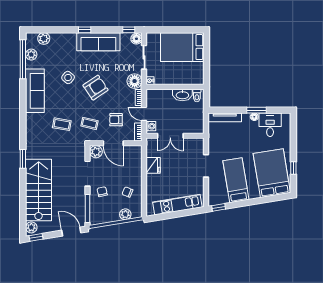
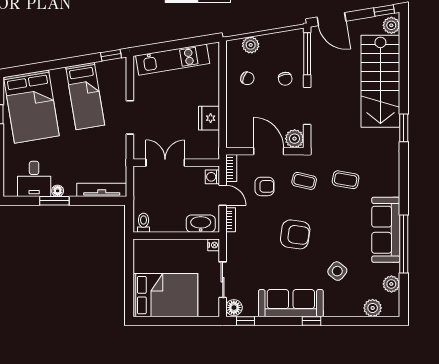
window: (23, 59) -> (404, 244), moved
side table: (68, 77) -> (337, 271), moved
floor lamp: (135, 81) -> (237, 244), removed
armchair: (96, 88) -> (295, 234), turned -138
washbasin: (182, 95) -> (201, 224), moved
double door: (170, 136) -> (165, 163), moved

